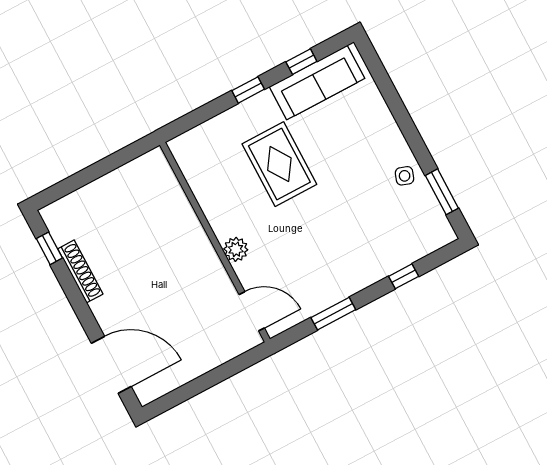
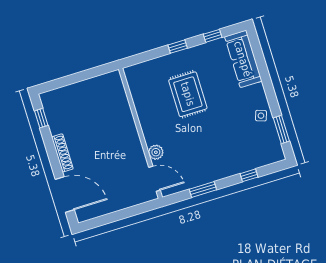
sofa: (317, 83) -> (243, 59), moved, turned 90
plant: (236, 249) -> (156, 152), moved
shoe rack: (80, 271) -> (62, 153), moved

